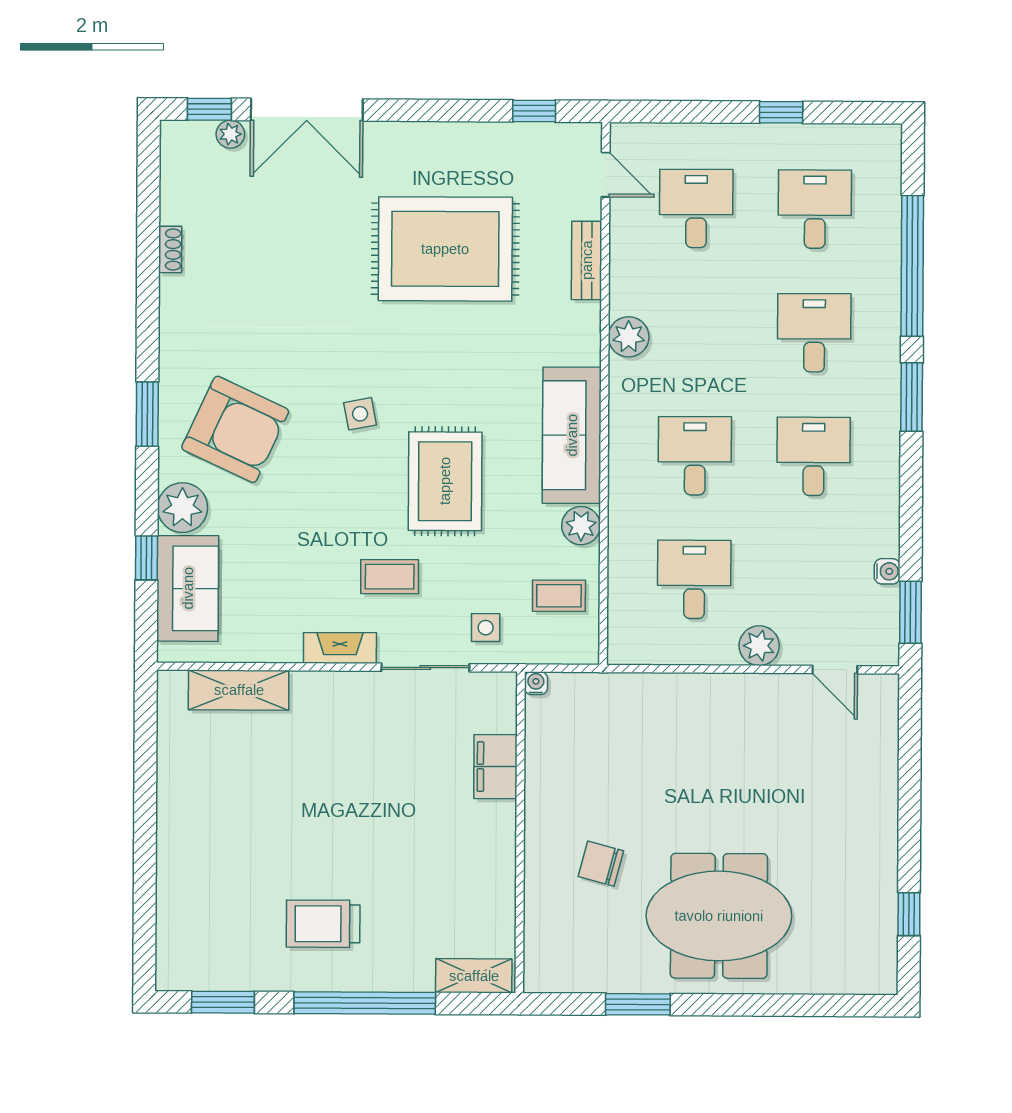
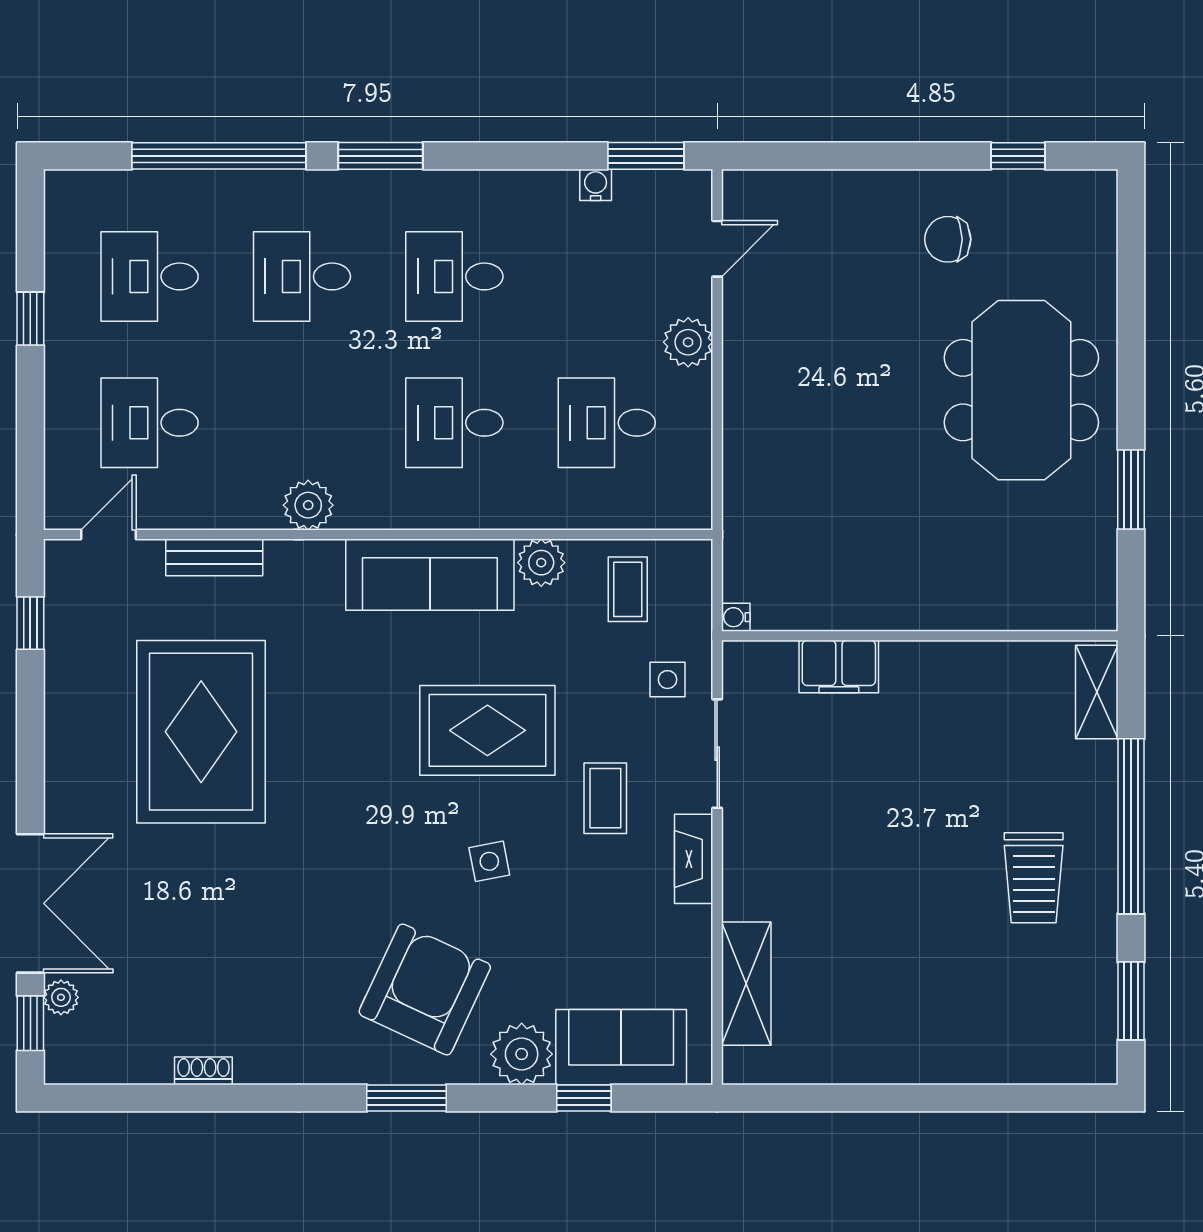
side table: (360, 414) -> (489, 861), moved
chair: (601, 864) -> (948, 239), moved, turned 75

